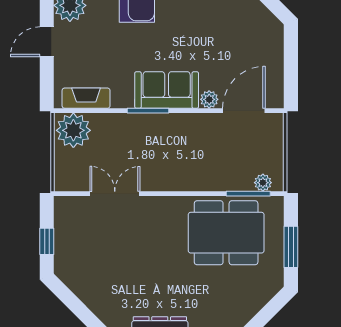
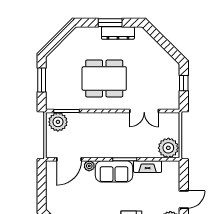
fireplace: (86, 98) -> (148, 167), moved
plant: (263, 183) -> (58, 122), width x1.88, depth x1.88
dining table: (226, 233) -> (104, 78), moved

